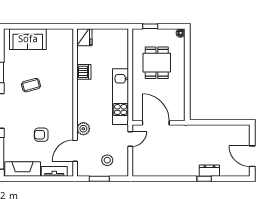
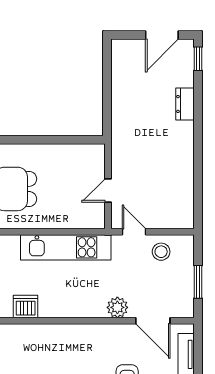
door: (156, 123) -> (108, 191), width x0.53
stool: (107, 160) -> (161, 252), moved
window: (204, 179) -> (198, 59), moved

